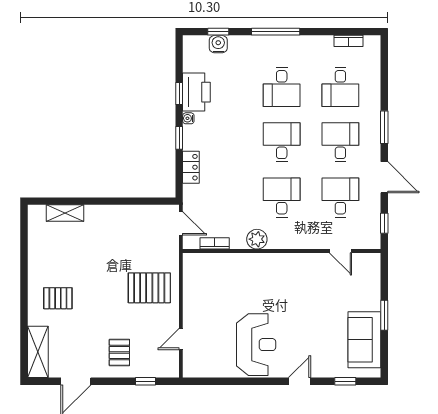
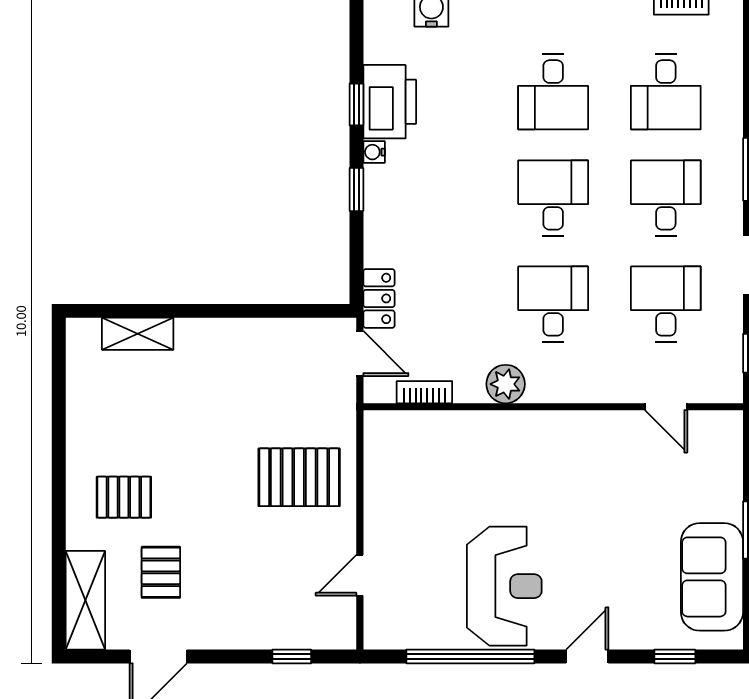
locker: (191, 167) -> (379, 298), moved
pallet: (119, 352) -> (161, 572), moved
window: (239, 381) -> (470, 656), added

